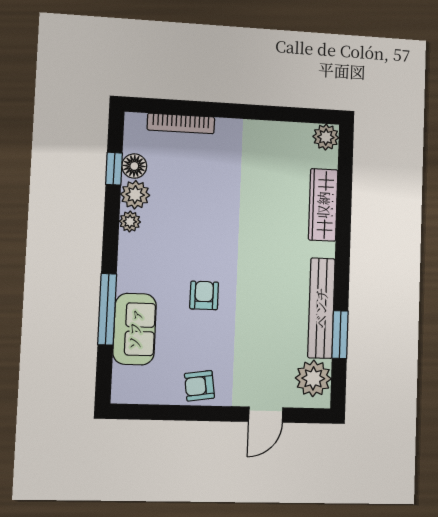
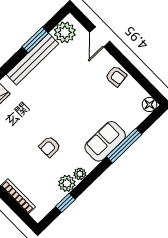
floor lamp: (134, 166) -> (149, 105), moved
armchair: (204, 295) -> (50, 147), moved
sofa: (135, 329) -> (105, 141), moved
door: (266, 415) -> (100, 37), swing flipped

